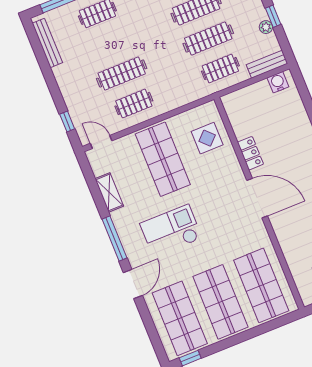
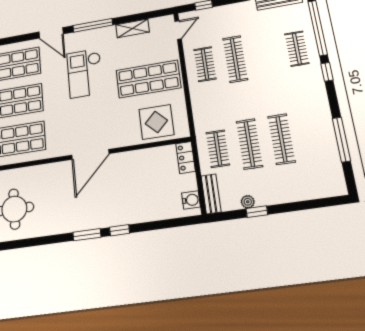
display table: (207, 138) -> (156, 122), width x1.36, depth x1.36
locker: (250, 153) -> (186, 157), moved, turned 90
checkout: (171, 231) -> (85, 73), turned 180

